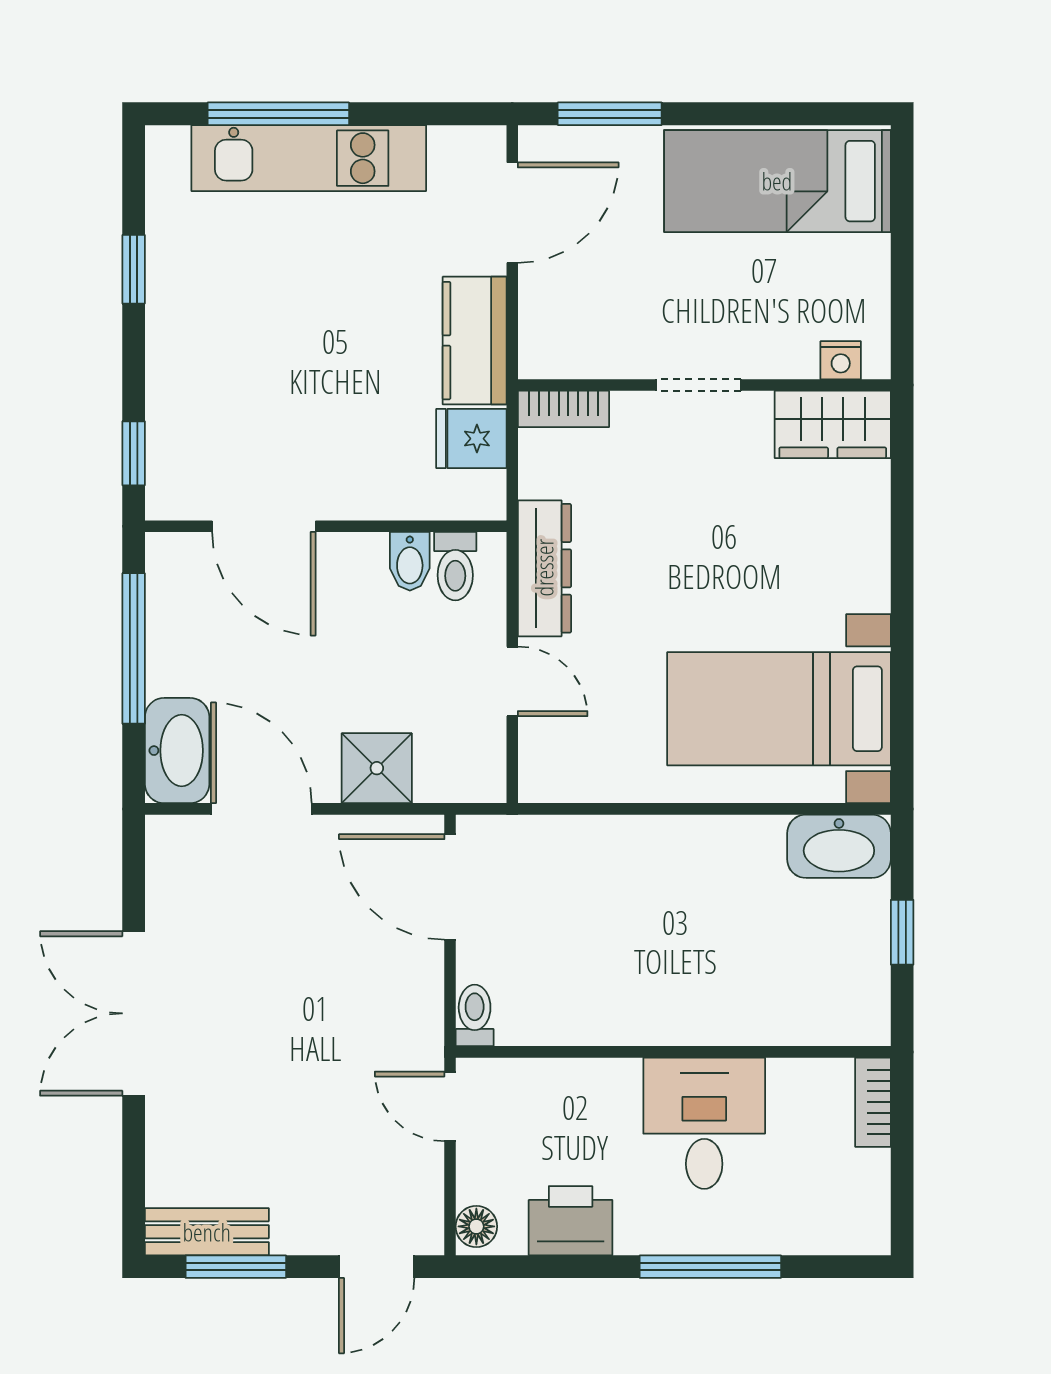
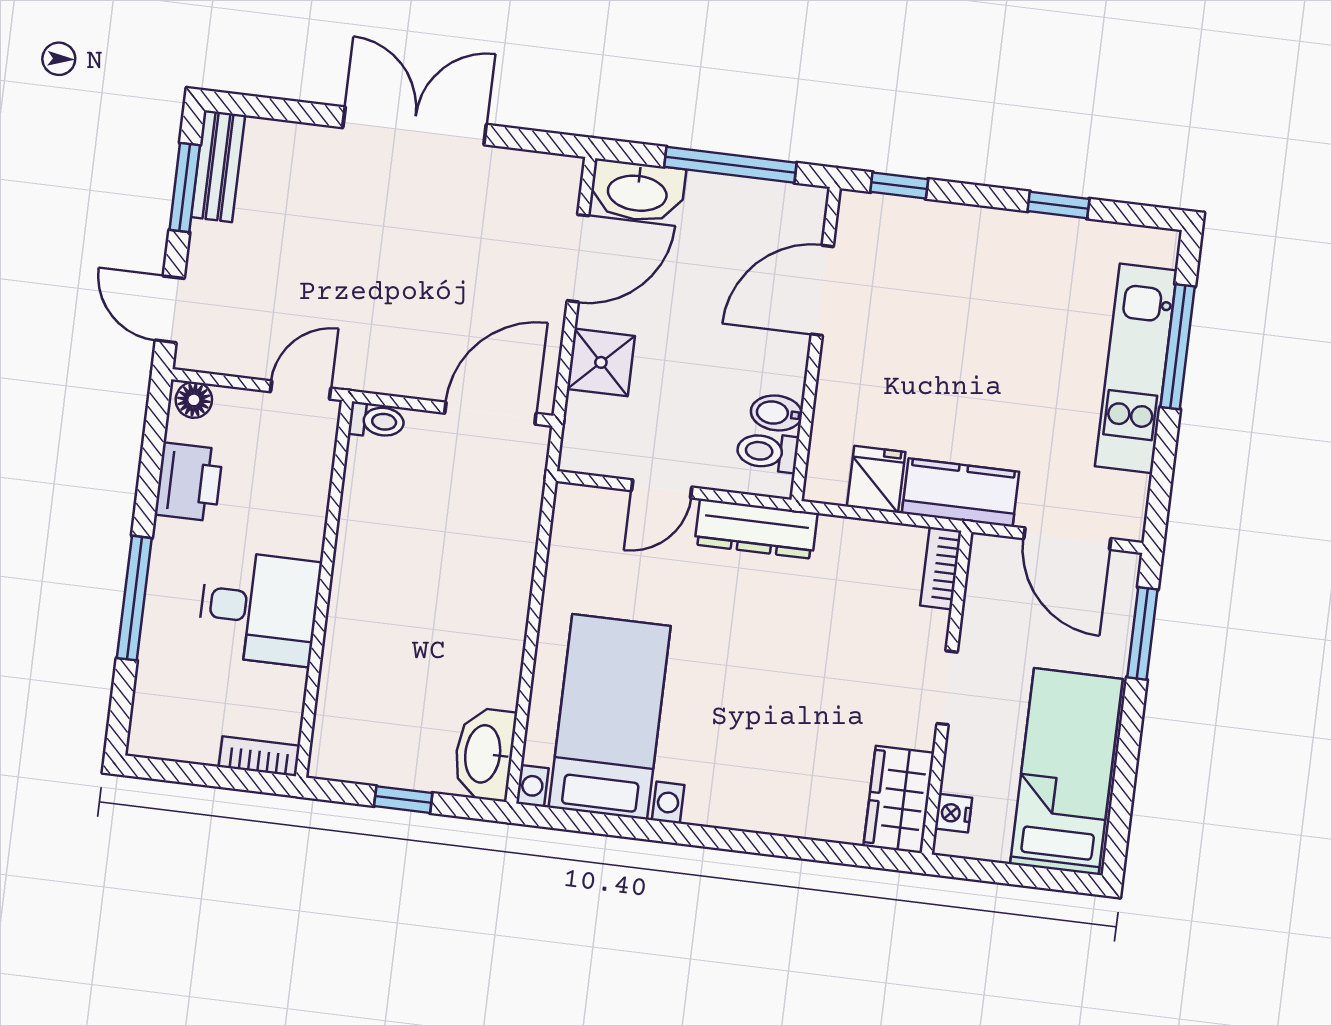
nightstand: (841, 360) -> (953, 813), moved
doorway: (699, 385) -> (947, 688), moved
wall: (704, 385) -> (947, 693), moved
bookcase: (563, 409) -> (941, 568), moved
wardrobe: (833, 424) -> (899, 799), moved

